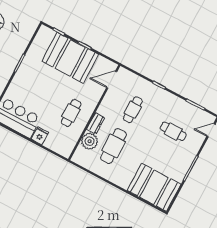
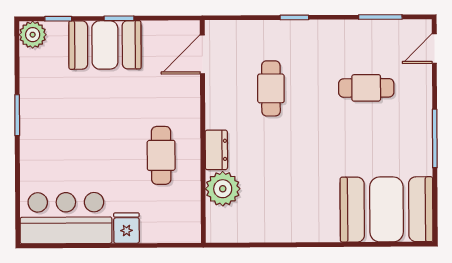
plant: (44, 33) -> (33, 35), added
booth: (70, 58) -> (105, 45), width x0.73, depth x0.70
cafe table: (113, 146) -> (271, 174), removed

